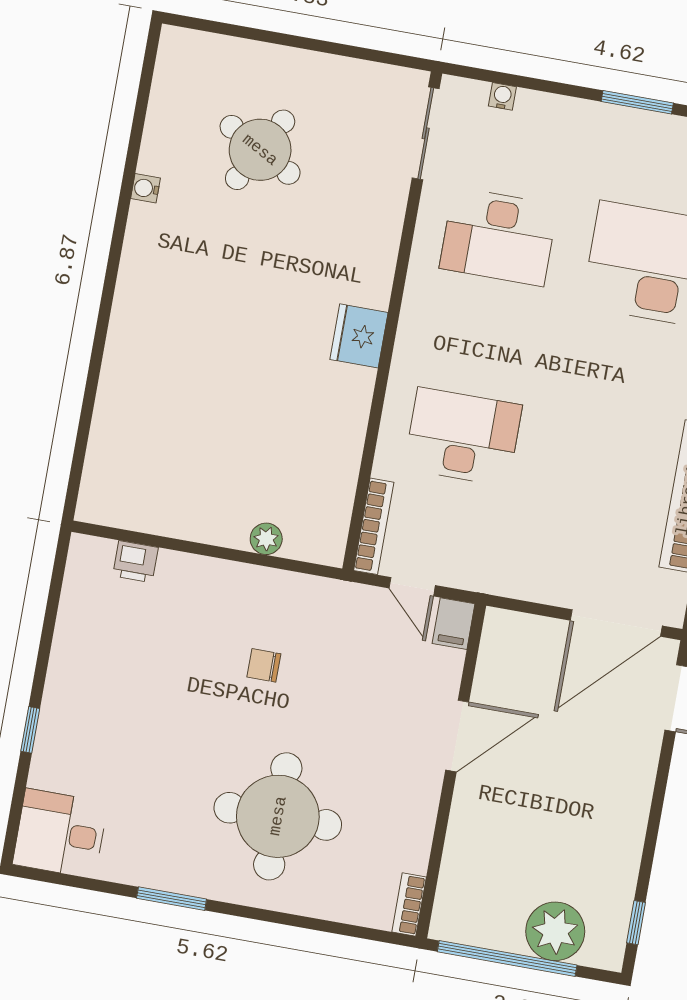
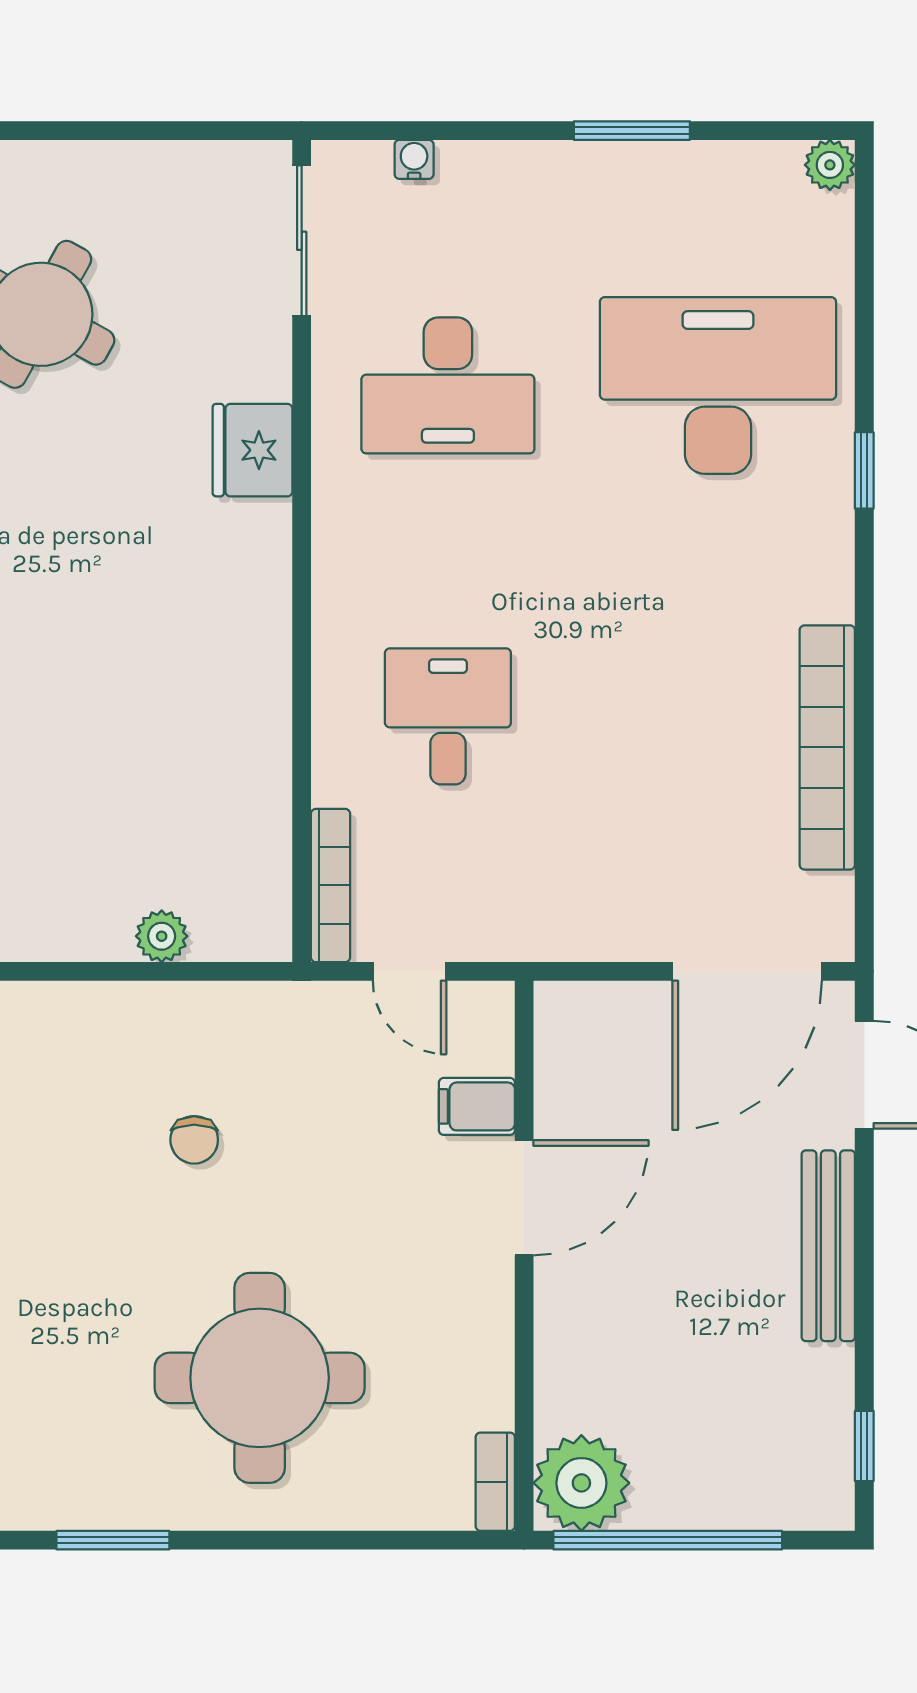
fridge: (359, 336) -> (253, 450), moved
desk: (463, 437) -> (448, 716), width x0.73
filing cabinet: (454, 624) -> (477, 1106), moved, turned 90
chair: (264, 665) -> (194, 1140), turned -90
bench: (636, 798) -> (828, 1246), added
plant: (555, 931) -> (581, 1483), moved

